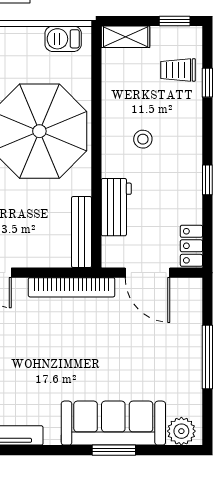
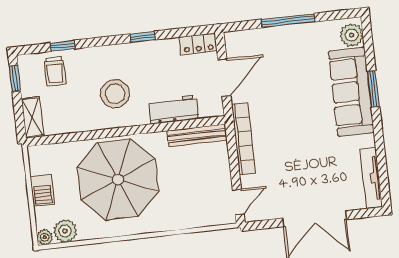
barbecue: (63, 39) -> (42, 190), moved
stool: (143, 139) -> (115, 94), width x1.89, depth x1.89

